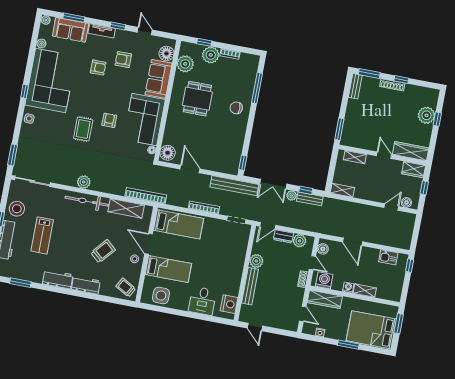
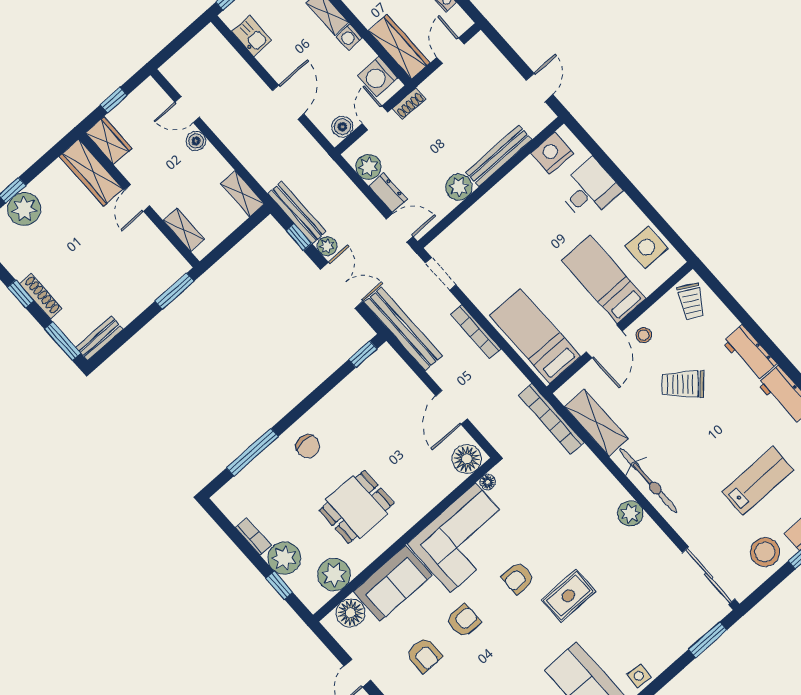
armchair: (98, 68) -> (464, 621), moved, turned 90
bench: (310, 199) -> (297, 213), width x1.36
boiler: (406, 202) -> (196, 141), moved

